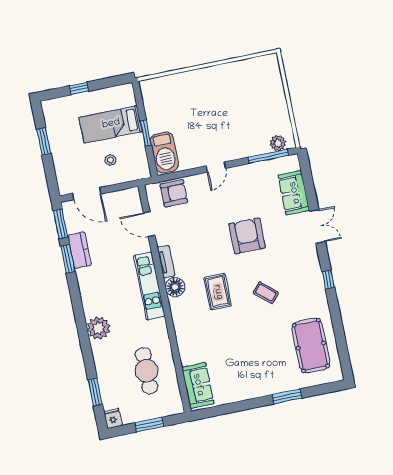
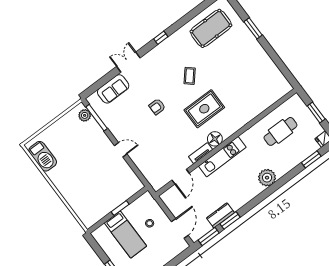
barbecue: (164, 153) -> (43, 156), moved, turned 90
armchair: (174, 193) -> (152, 170), removed
armchair: (247, 236) -> (157, 107), width x0.53, depth x0.53
rug: (218, 292) -> (204, 109), width x1.36, depth x1.43
sofa: (198, 385) -> (274, 92), removed

